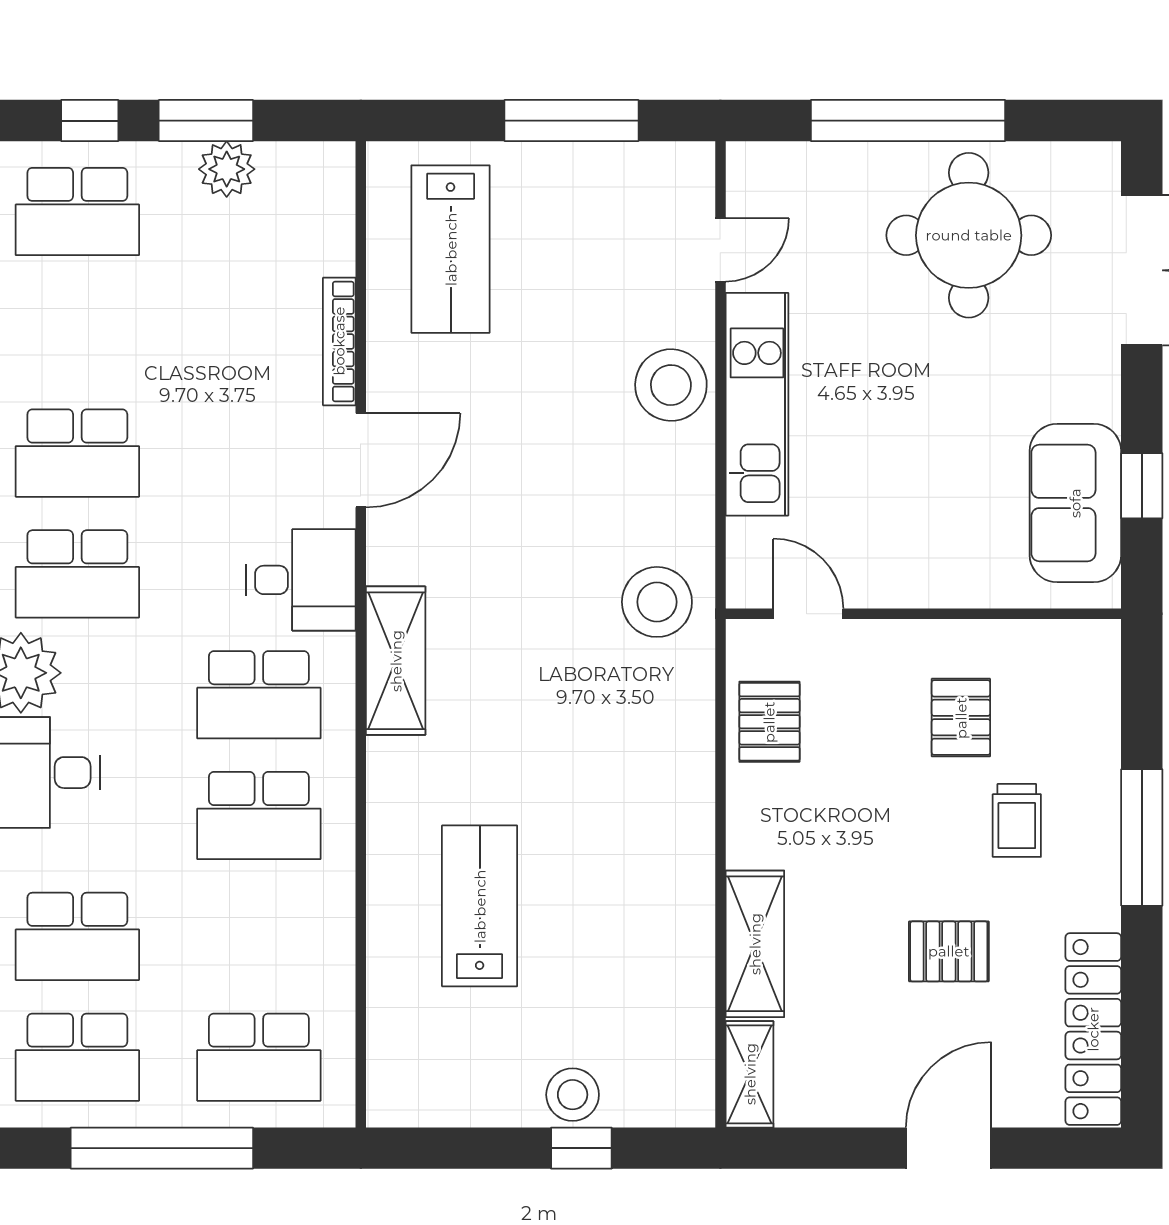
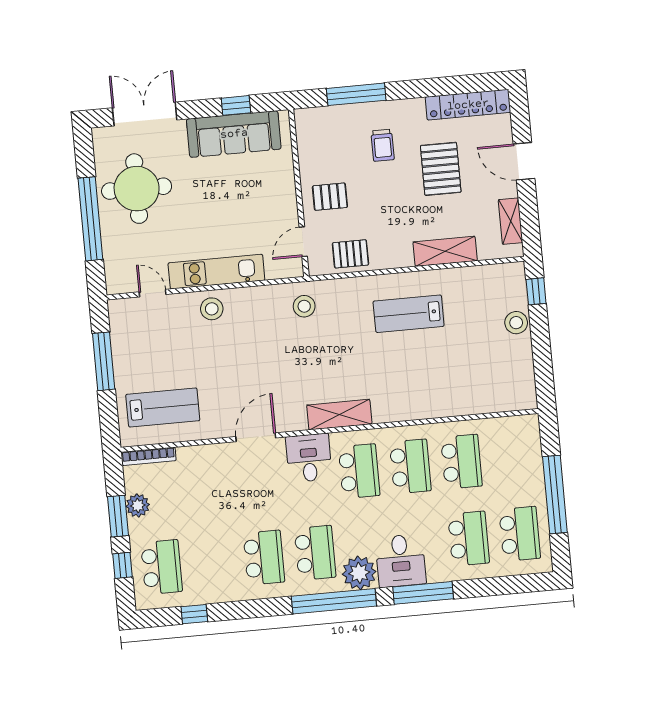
bookcase: (339, 341) -> (148, 456), moved
stool: (671, 385) -> (212, 309), width x0.73, depth x0.73
door: (361, 460) -> (256, 437), hinge flipped
sofa: (1075, 503) -> (234, 134), width x1.36
stool: (657, 602) -> (304, 306), width x0.73, depth x0.73
pallet: (961, 718) -> (330, 197), moved
trolley: (1017, 820) -> (383, 145), turned 90
window: (1142, 837) -> (356, 94), moved
lab bench: (480, 906) -> (409, 314), moved
pallet: (949, 951) -> (441, 169), width x1.50, depth x1.42
school desk: (259, 1057) -> (461, 462), moved
shelving: (750, 1074) -> (511, 221), moved, turned 90
window: (581, 1148) -> (536, 291), moved

